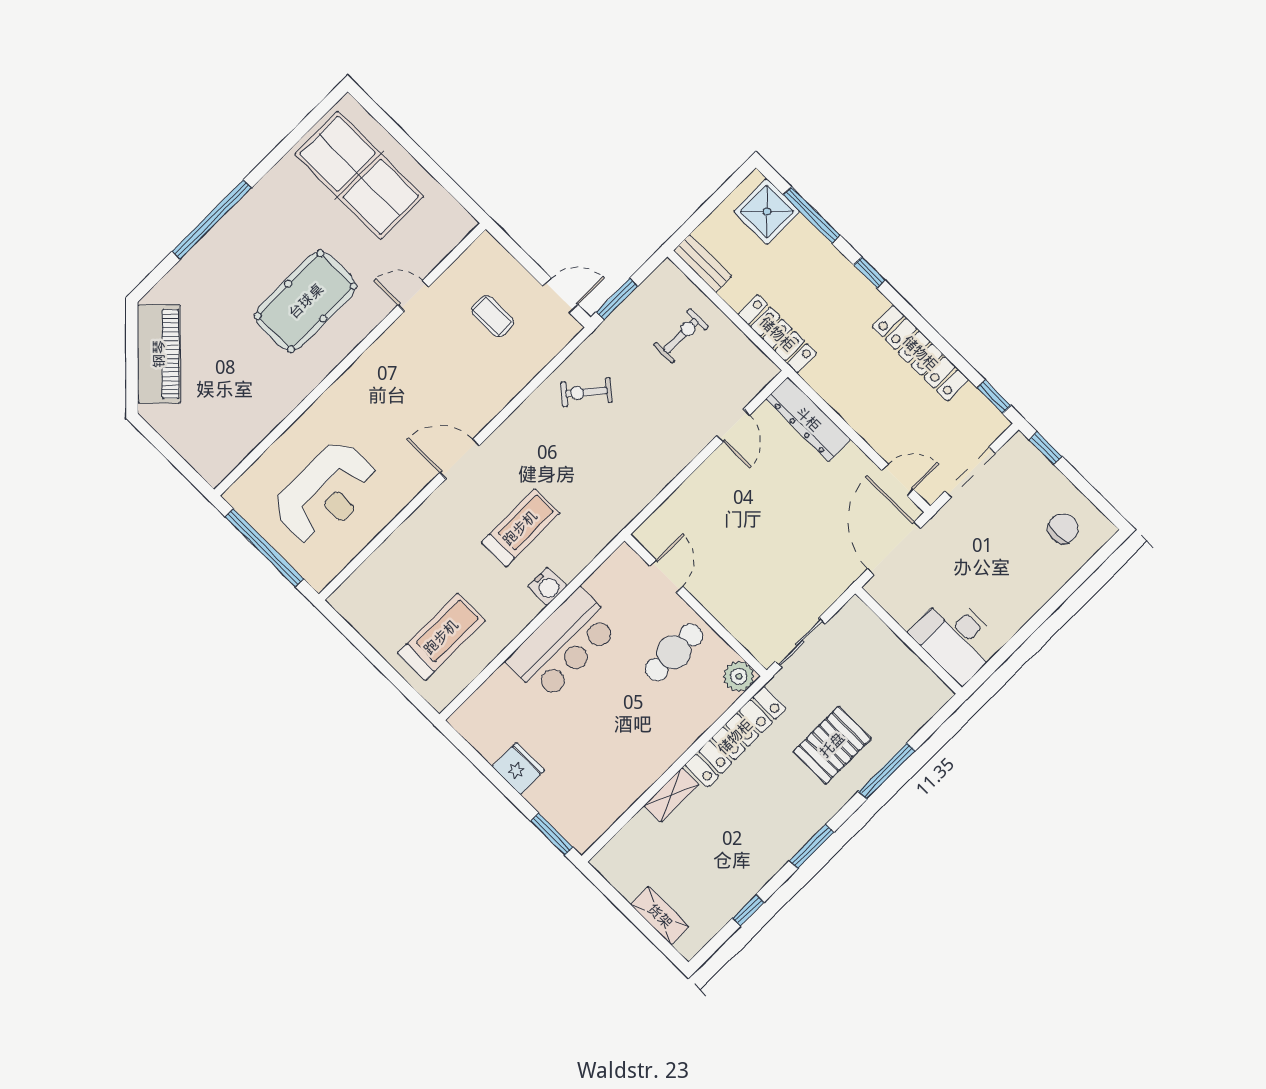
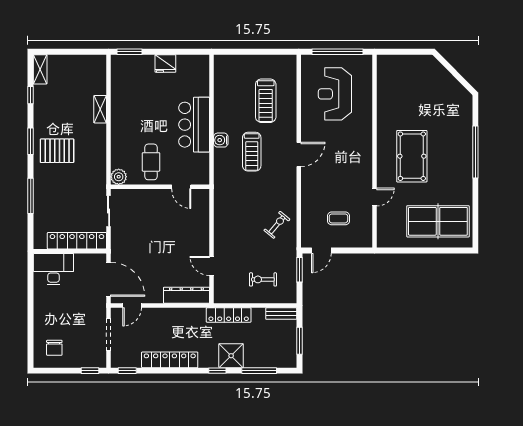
window: (715, 201) -> (299, 341), added
shower: (767, 212) -> (231, 356), moved
exercise bike: (681, 336) -> (263, 279), turned 90
piano: (159, 354) -> (446, 84), removed
treadmill: (441, 637) -> (266, 101), moved
locker: (735, 737) -> (77, 241), moved, turned 90
pallet: (832, 745) -> (57, 151), moved, turned 90
shelving: (660, 916) -> (40, 69), moved, turned 90

